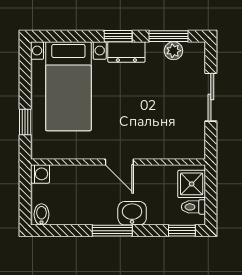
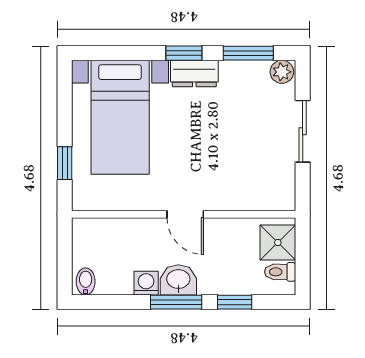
plant: (173, 51) -> (282, 72), moved
washing machine: (40, 174) -> (146, 283), moved, turned -90
washbasin: (132, 213) -> (178, 280), moved
window: (182, 231) -> (235, 302), moved

